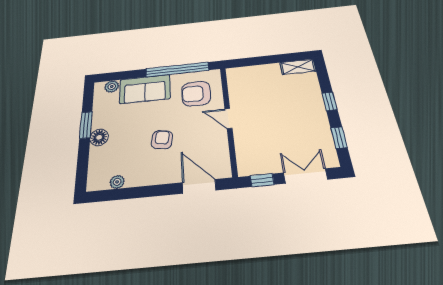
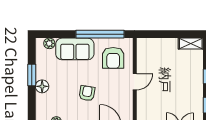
armchair: (196, 94) -> (113, 58), turned -90
door: (228, 118) -> (135, 82), swing flipped

